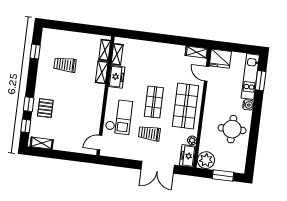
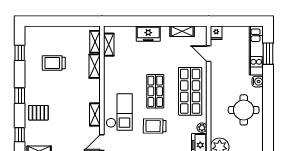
shelving: (197, 52) -> (182, 31), moved
fridge: (220, 59) -> (216, 33), width x0.53, depth x0.75
freezer: (117, 77) -> (148, 34), moved, turned 90
window: (29, 104) -> (20, 96), moved
pallet: (45, 108) -> (38, 113), turned 90
shelving: (96, 116) -> (95, 115), added

